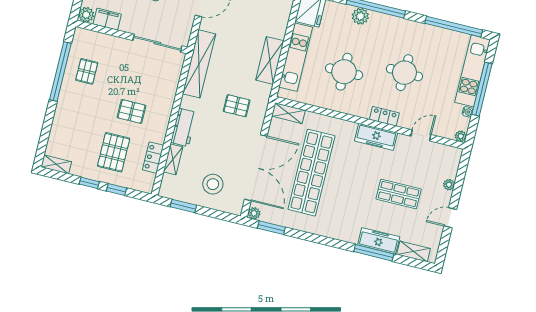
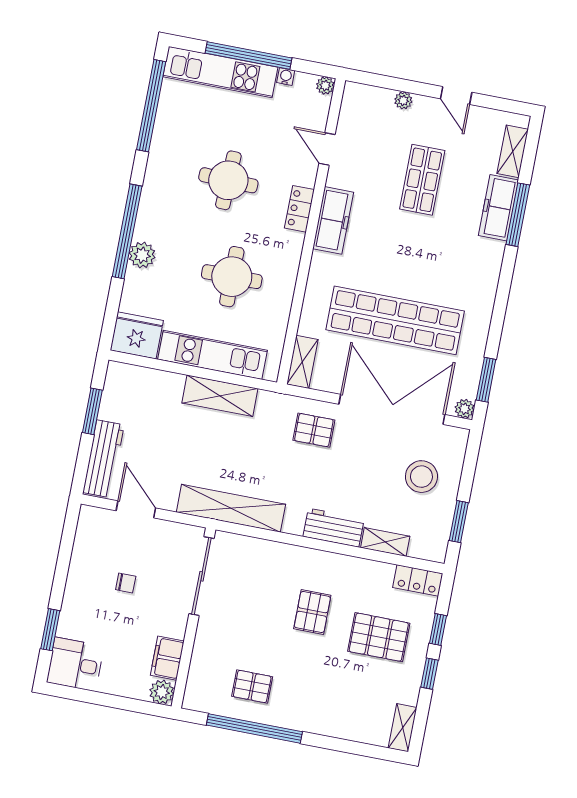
pallet: (237, 106) -> (314, 430), moved, turned 90
locker: (153, 158) -> (418, 580), moved

